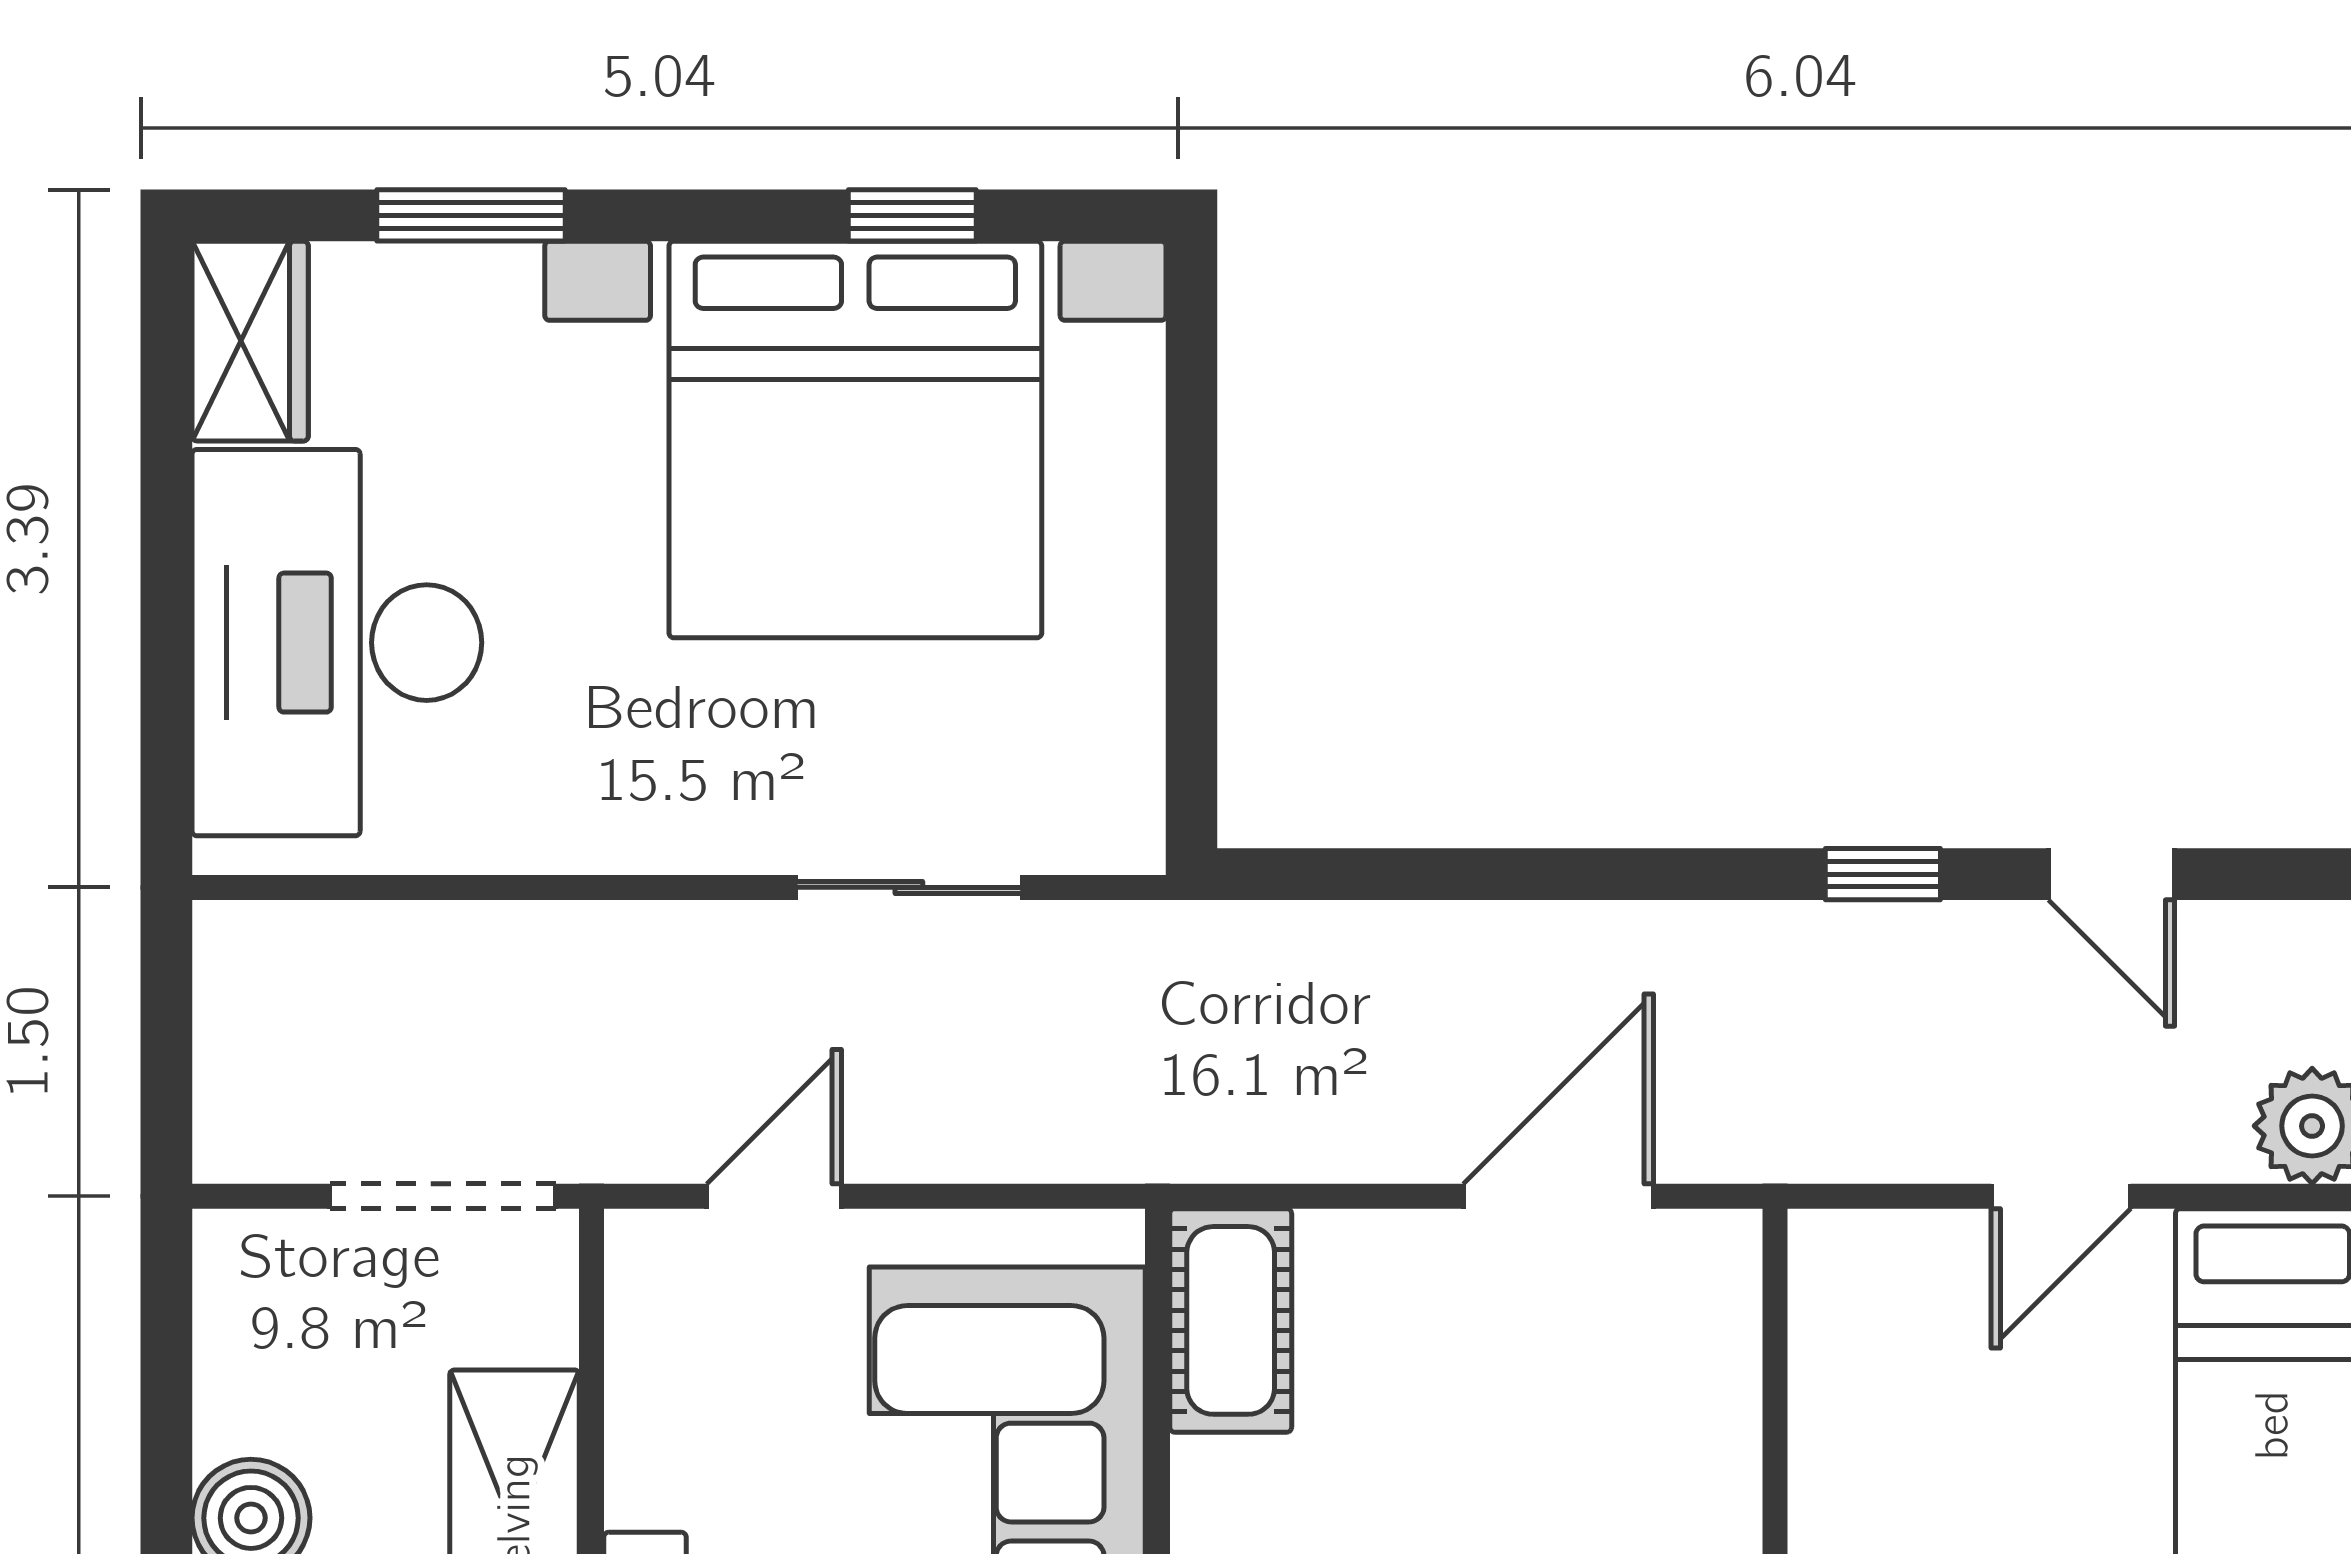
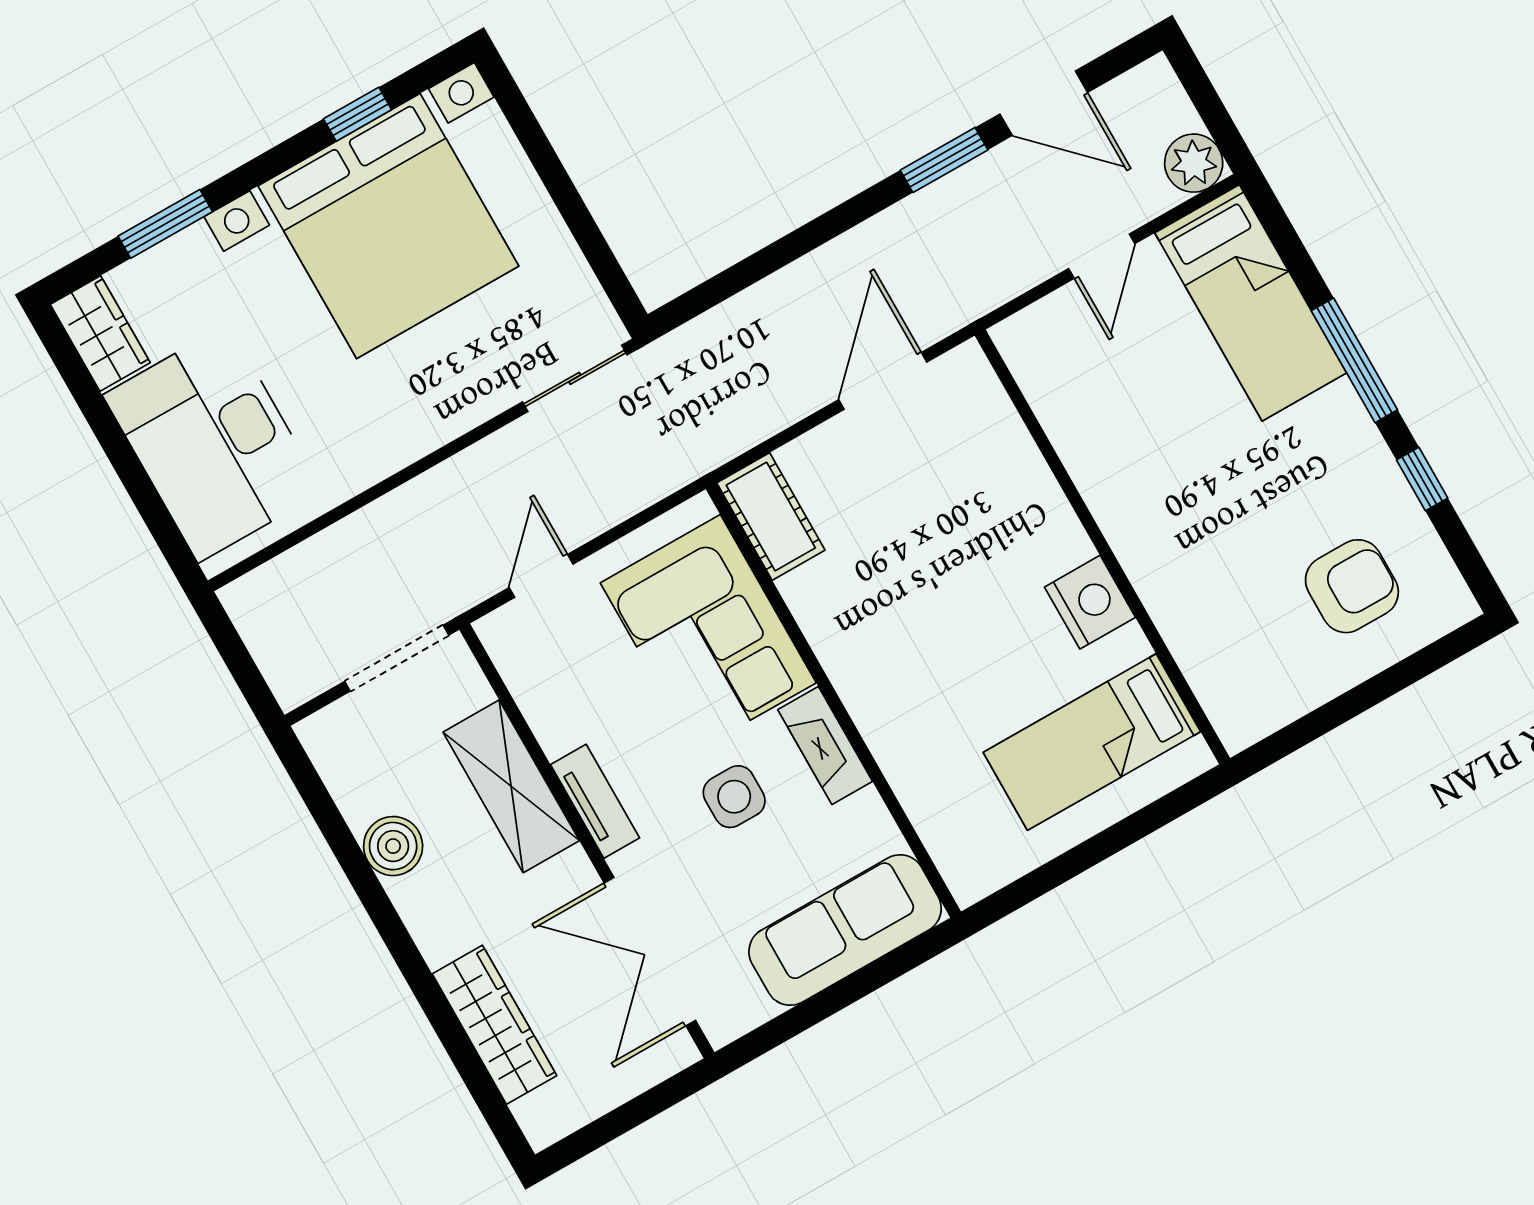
window: (1883, 874) -> (944, 160), width x1.50
door: (2111, 874) -> (1044, 103), width x1.38
sliding door: (909, 887) -> (575, 378), moved

